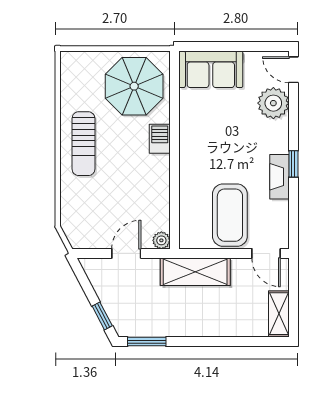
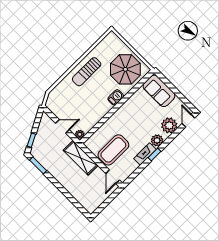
plant: (277, 141) -> (157, 140), added
shelving: (279, 314) -> (95, 203), removed

